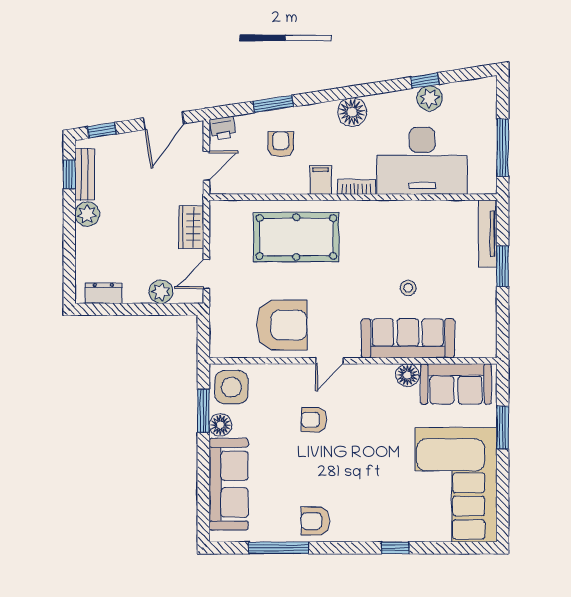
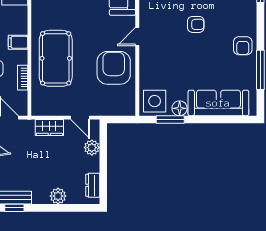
bookcase: (356, 187) -> (23, 78), moved
plant: (87, 214) -> (58, 196), moved
door: (329, 361) -> (137, 36), swing flipped
armchair: (314, 420) -> (196, 24), moved, turned -90

